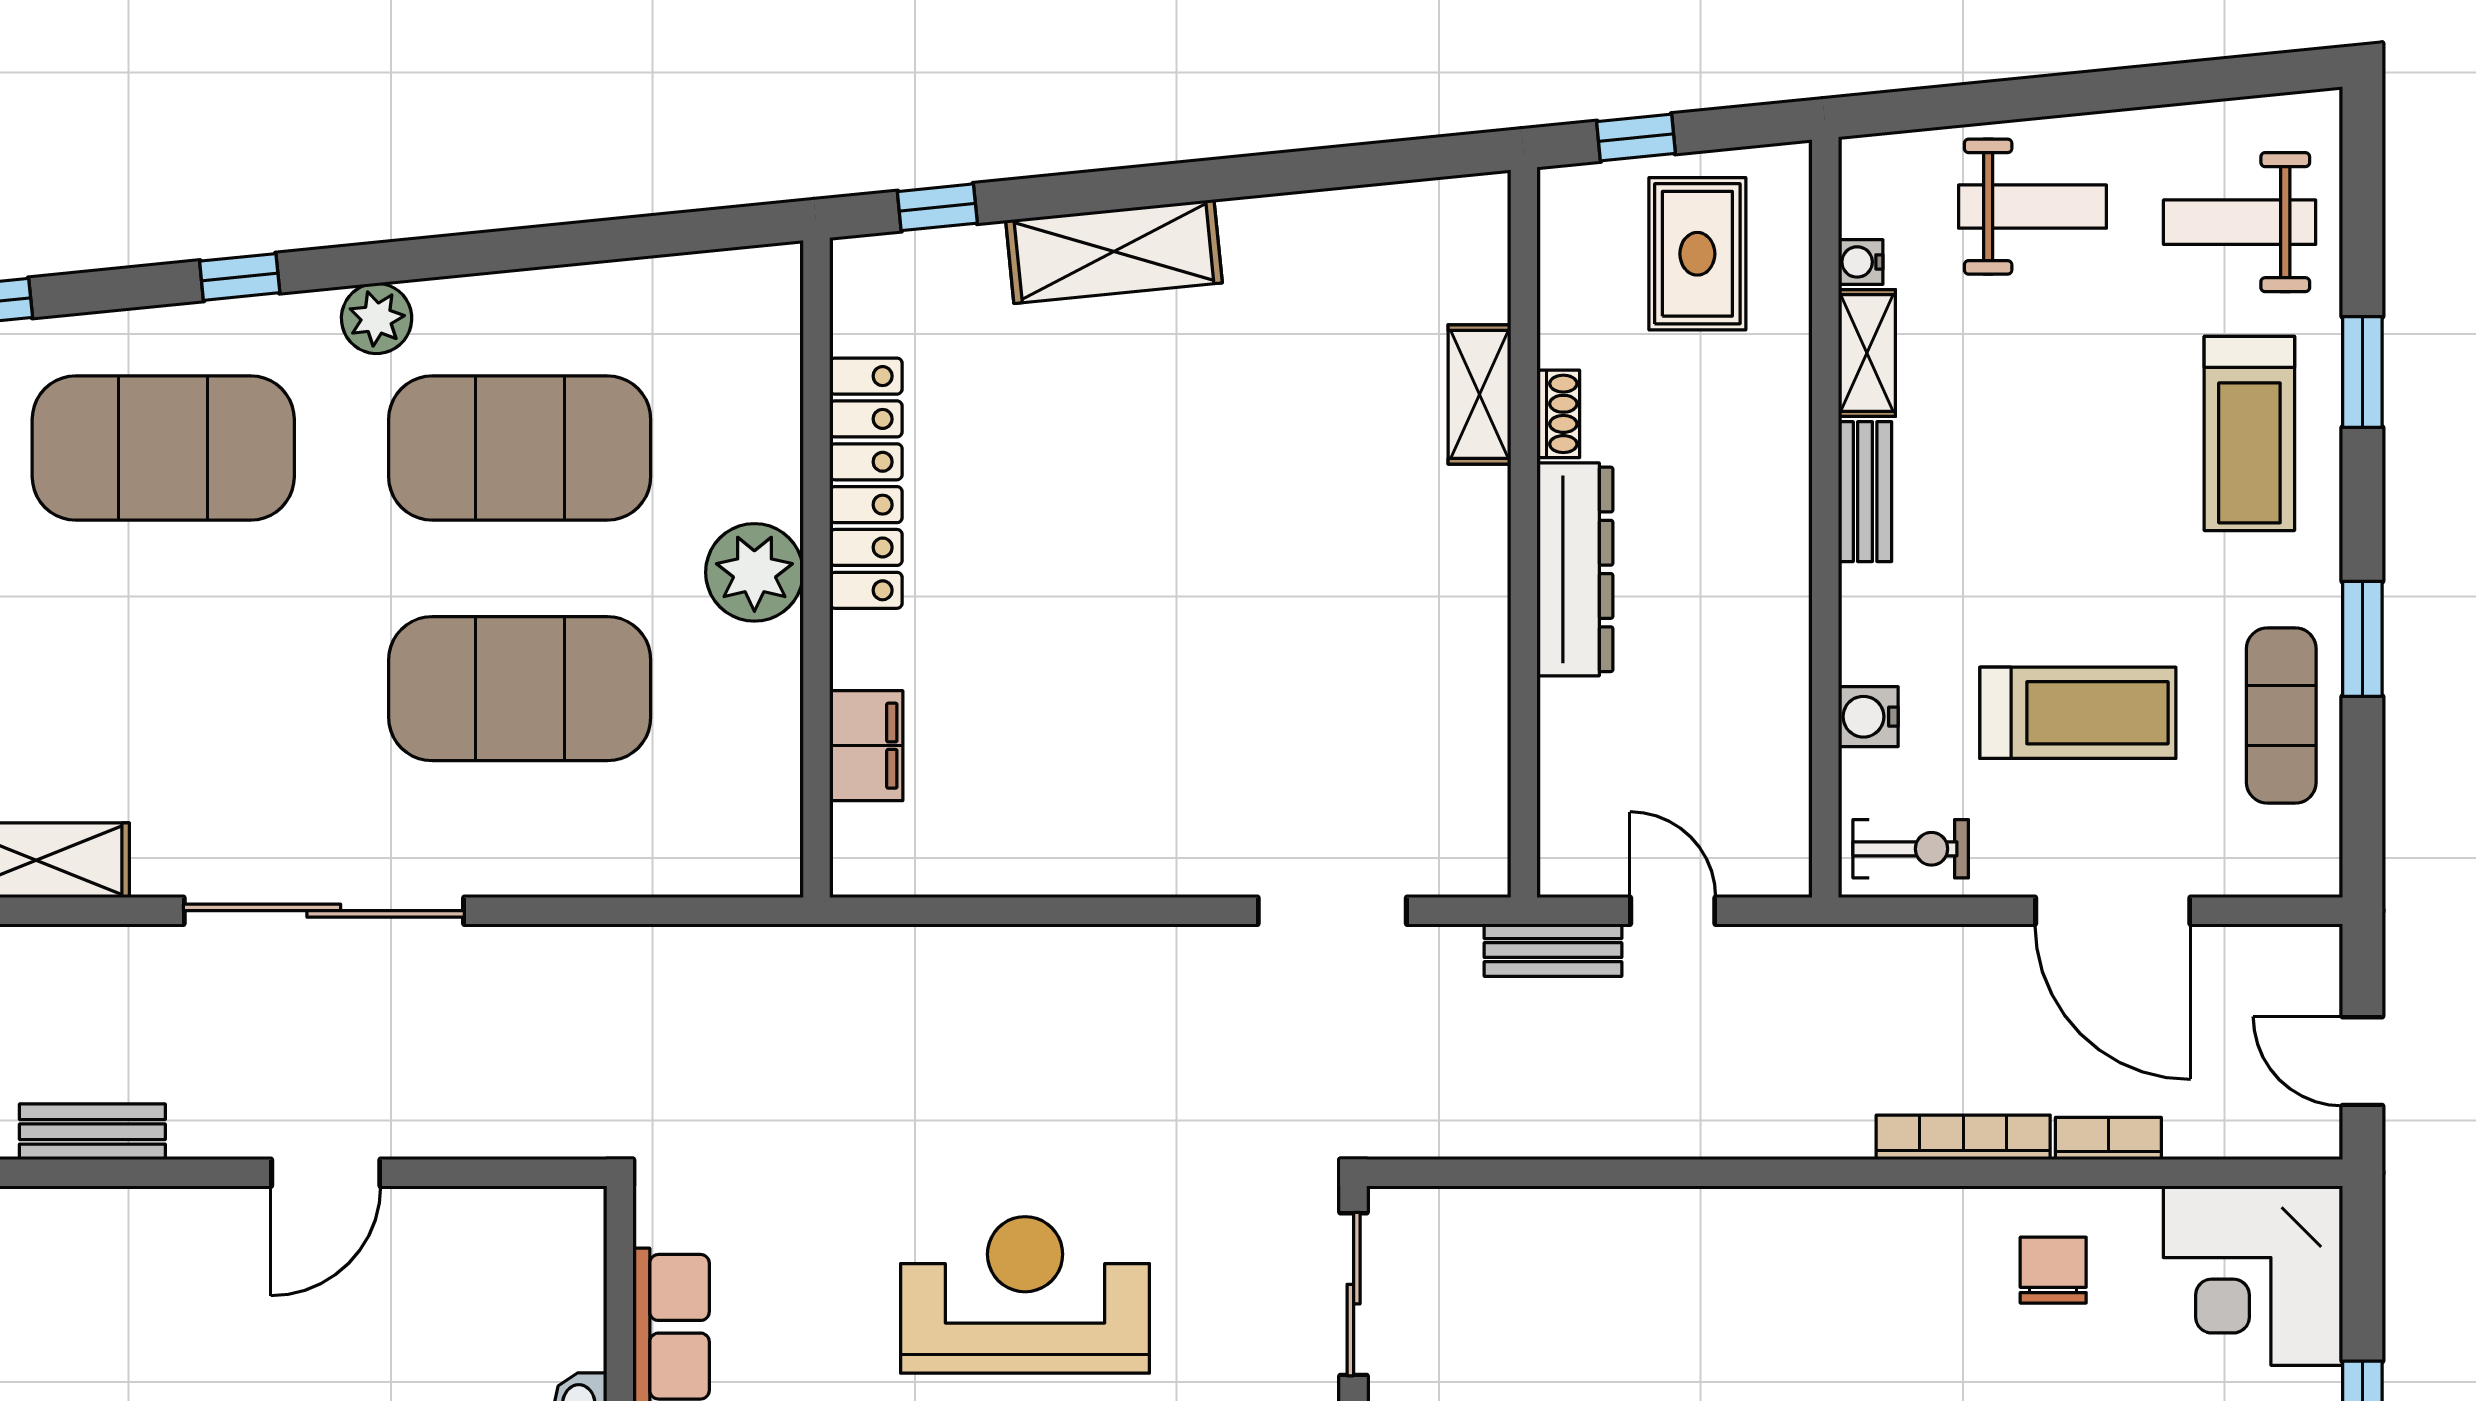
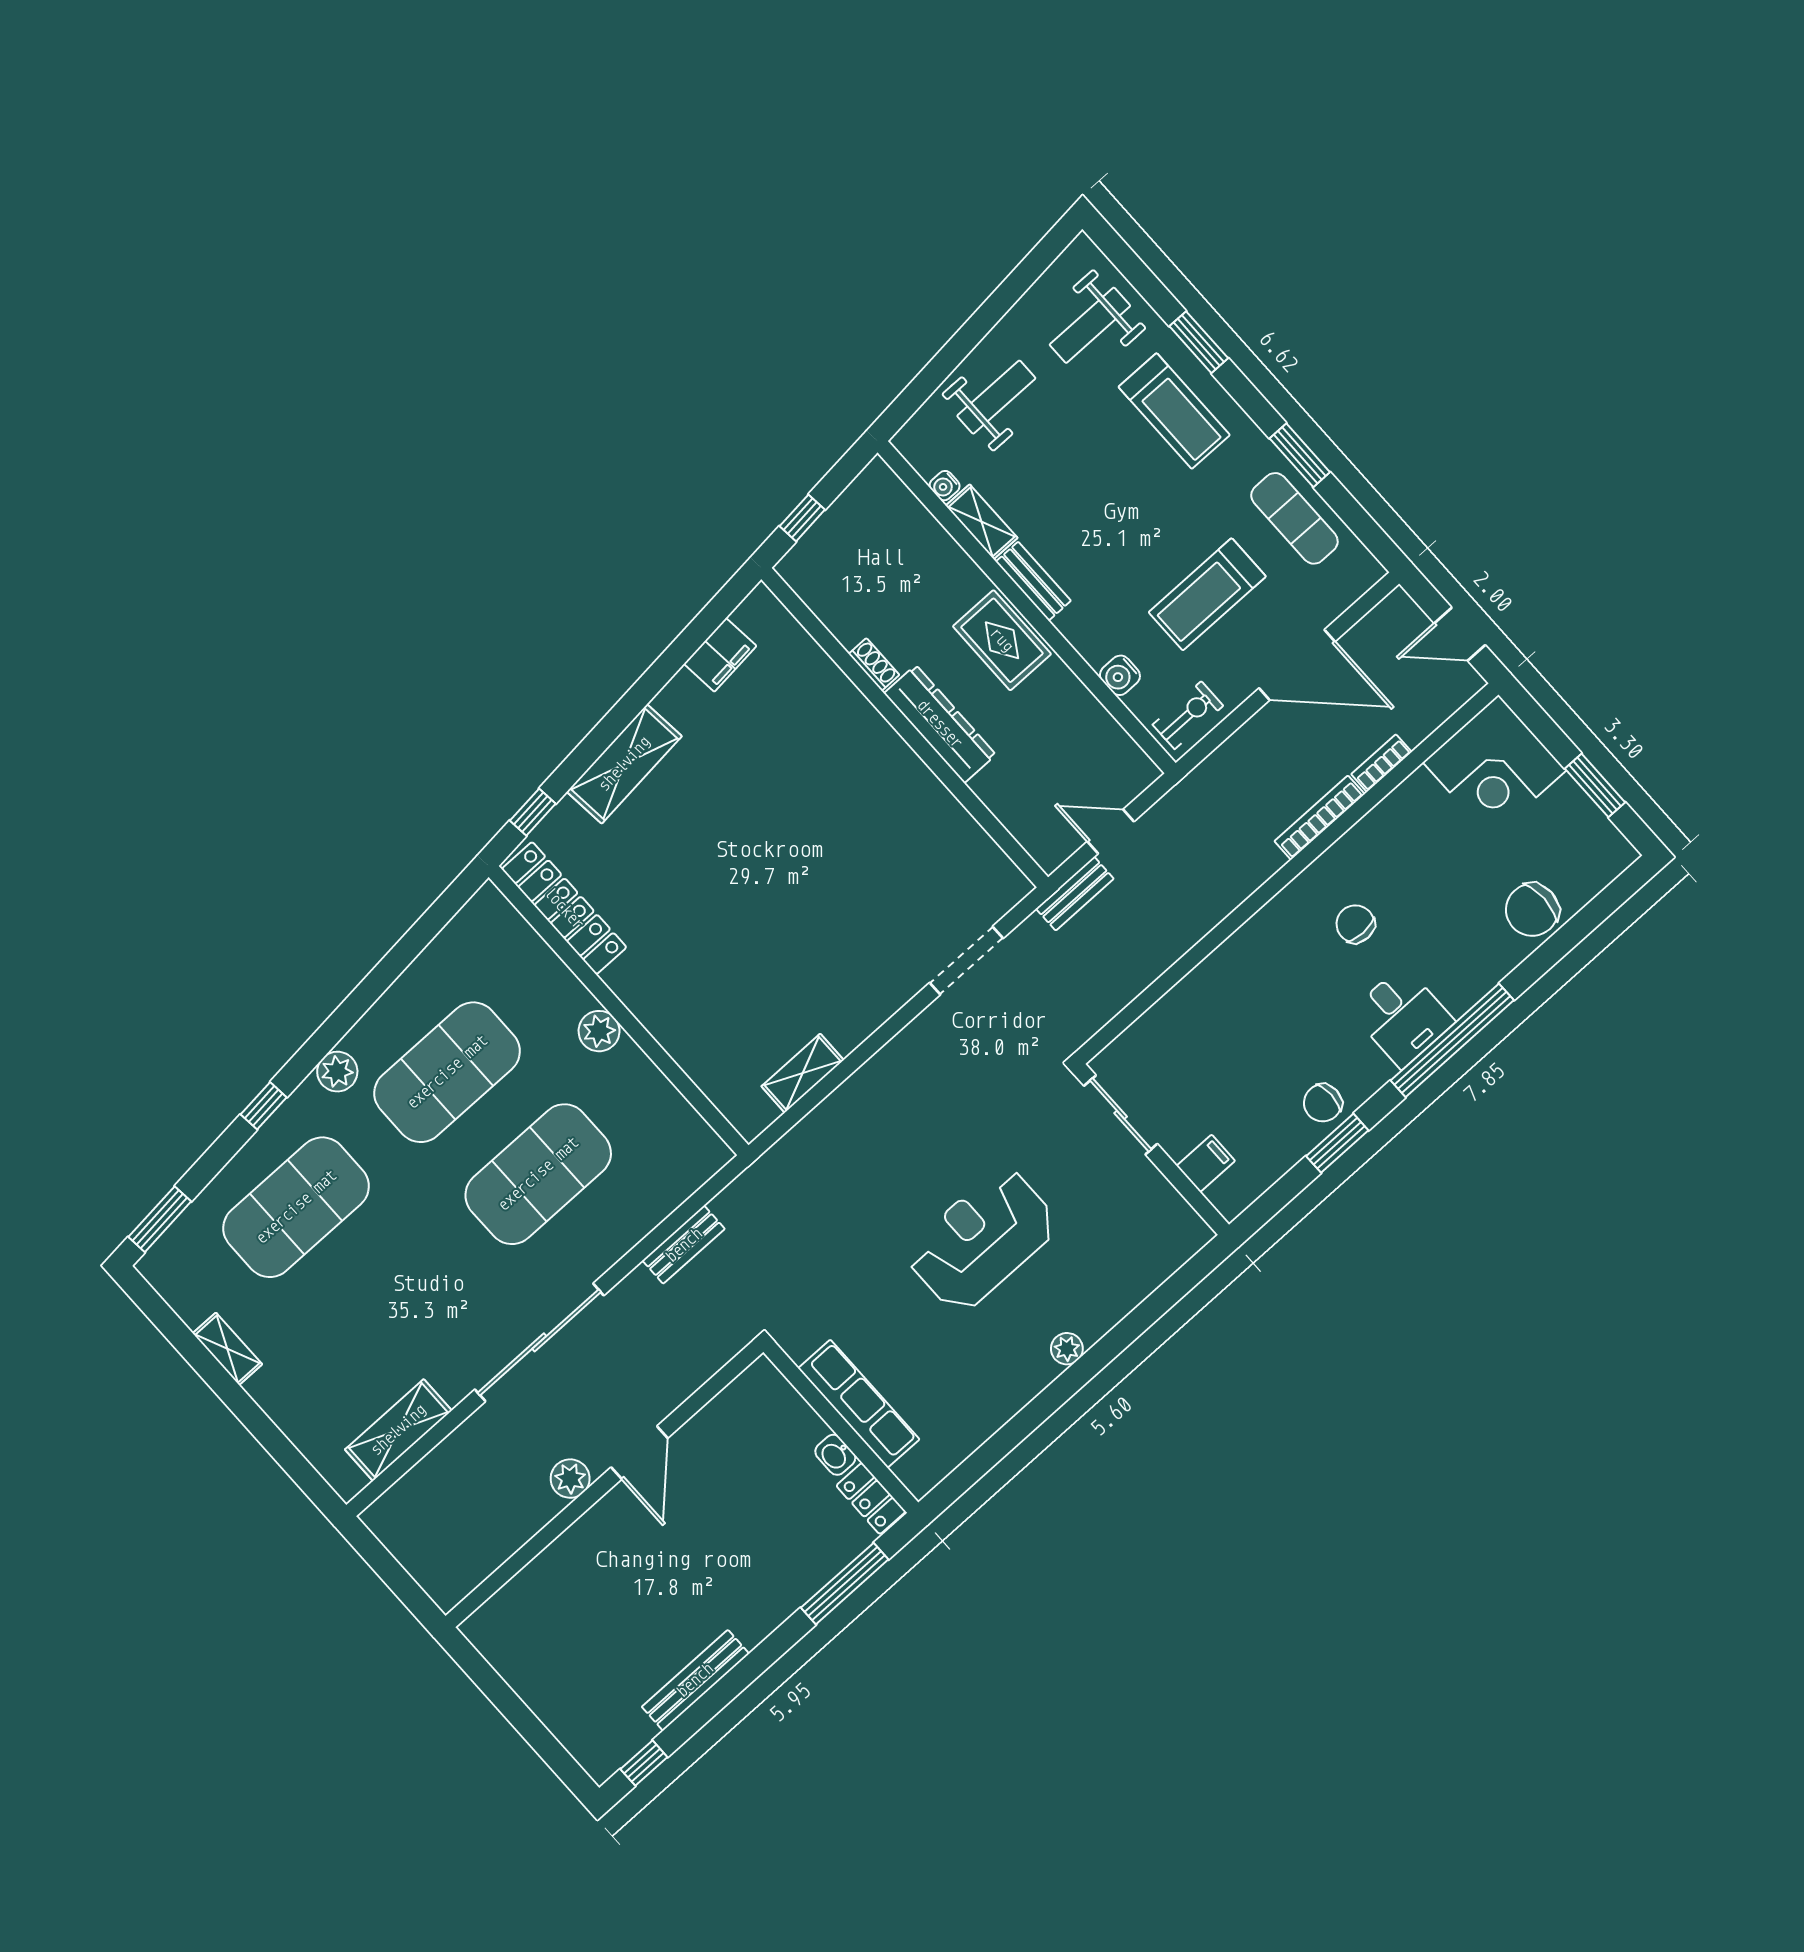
rug: (1697, 254) -> (1002, 640), moved
shelving: (1479, 394) -> (802, 1073), moved, turned 90
locker: (866, 483) -> (564, 908), moved
plant: (754, 572) -> (599, 1031), width x0.73, depth x0.73
treadmill: (2078, 713) -> (1207, 594), turned 180
filing cabinet: (866, 746) -> (720, 655), moved, turned 84
plant: (205, 1126) -> (570, 1479), added
bench: (92, 1132) -> (684, 1245), moved
chair: (2053, 1270) -> (1355, 924), moved

